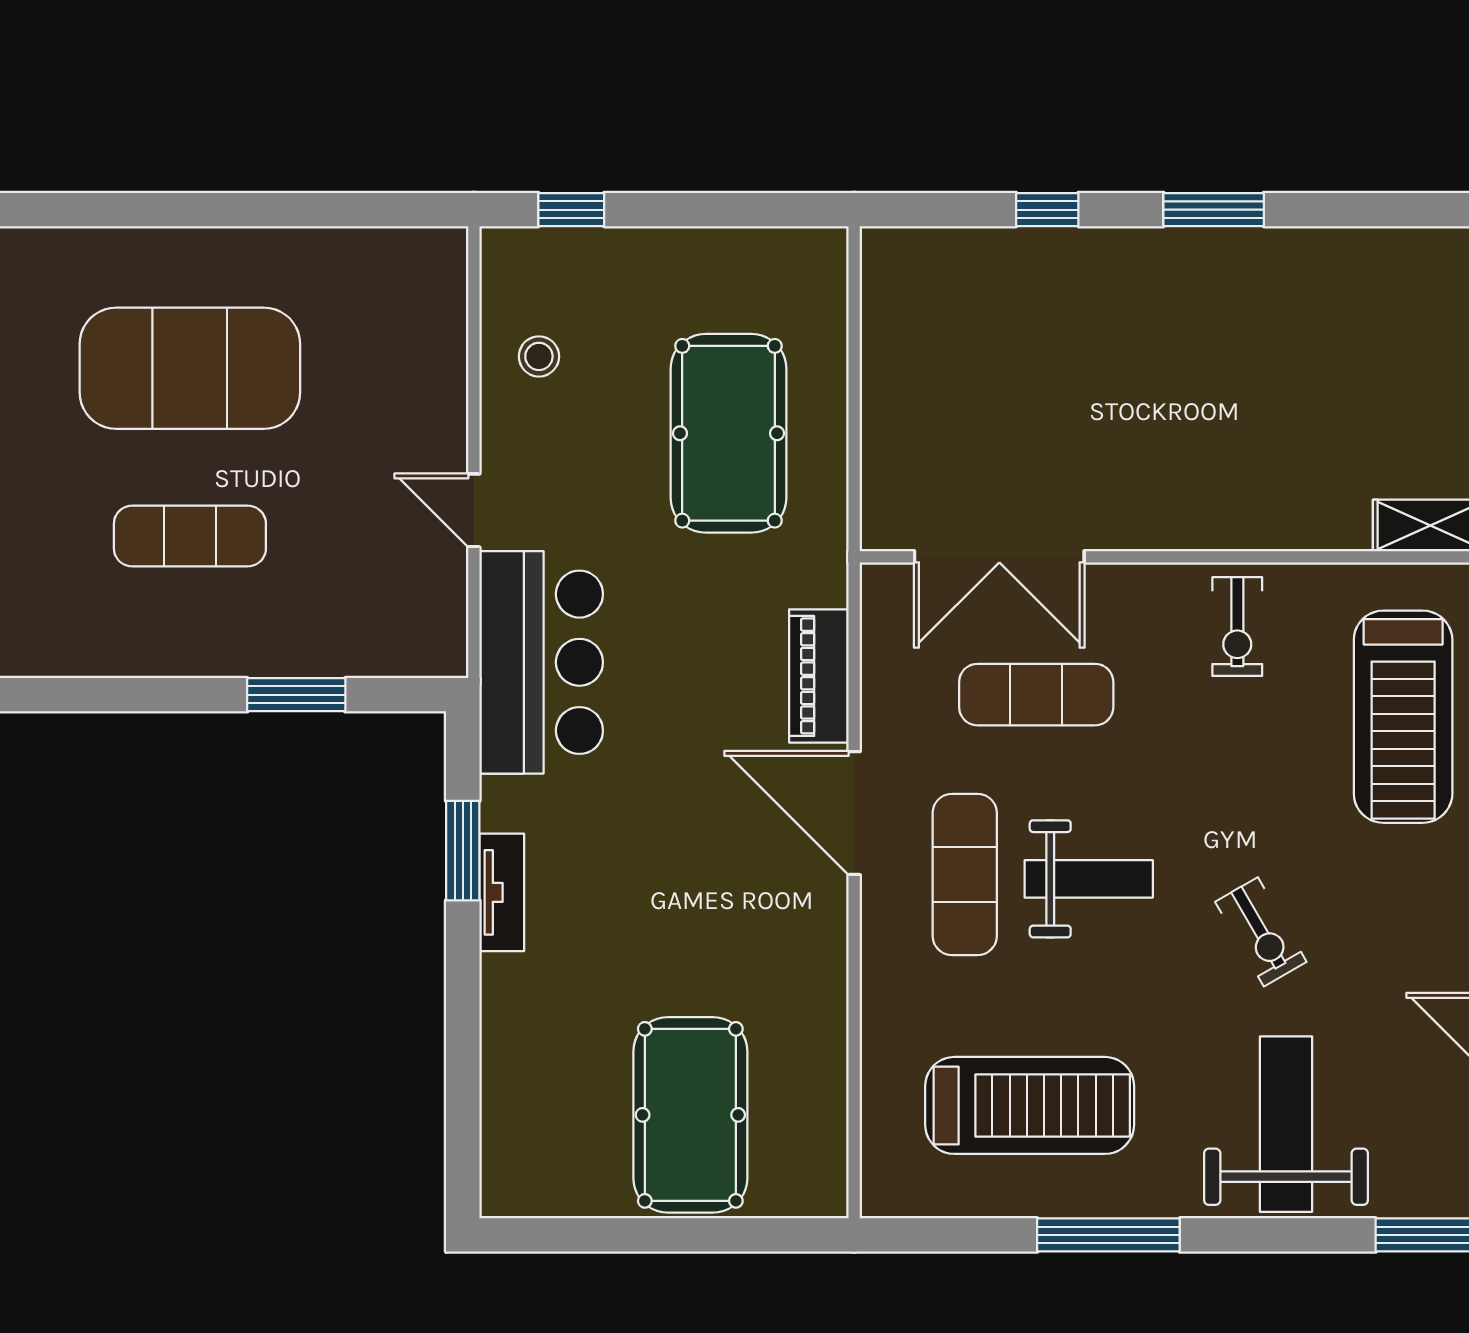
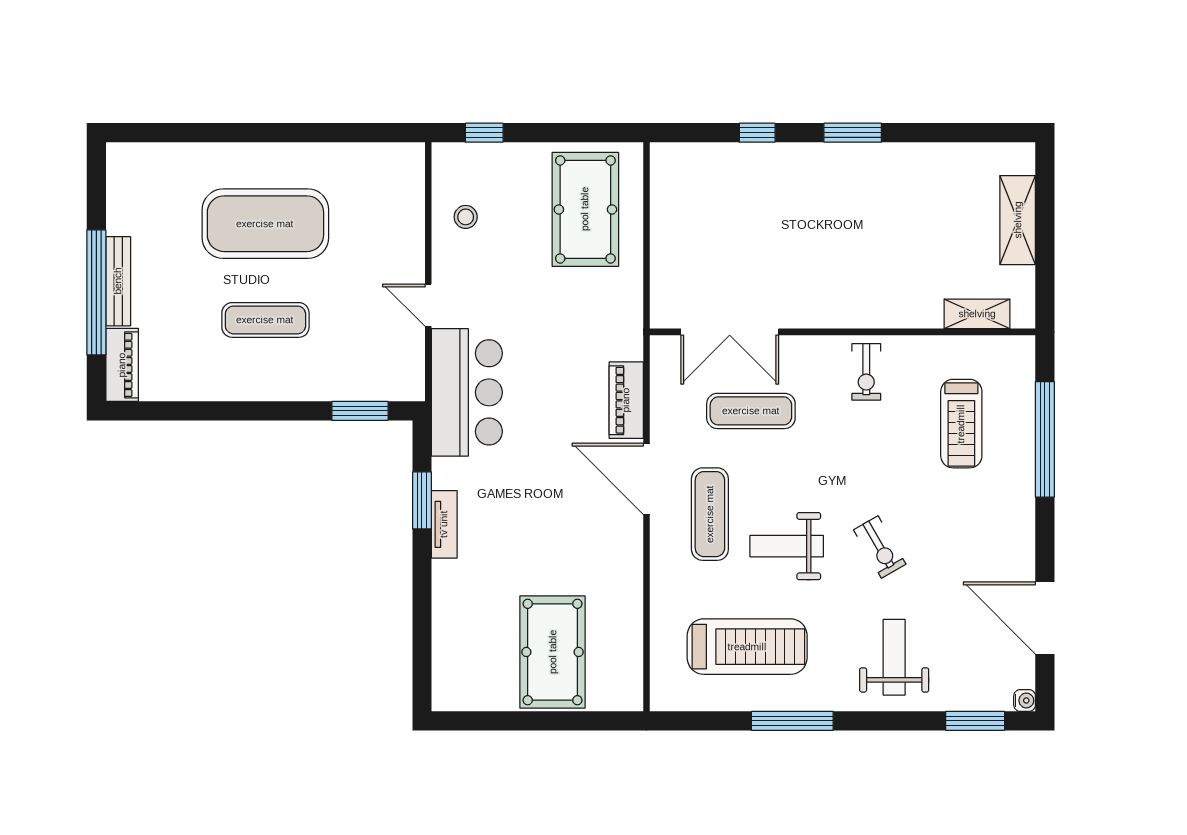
pool table: (728, 433) -> (585, 209), moved
window: (296, 695) -> (360, 411), moved
treadmill: (1403, 717) -> (961, 424), width x0.73, depth x0.73
weight bench: (1089, 879) -> (787, 546), moved, turned 180
weight bench: (1286, 1124) -> (894, 657), width x0.73, depth x0.75

